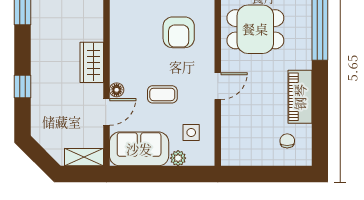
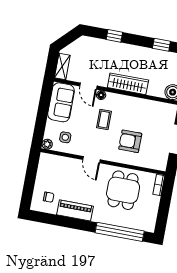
wardrobe: (92, 62) -> (128, 84), width x1.50
coffee table: (162, 94) -> (104, 120), moved
plant: (178, 158) -> (47, 144), moved

